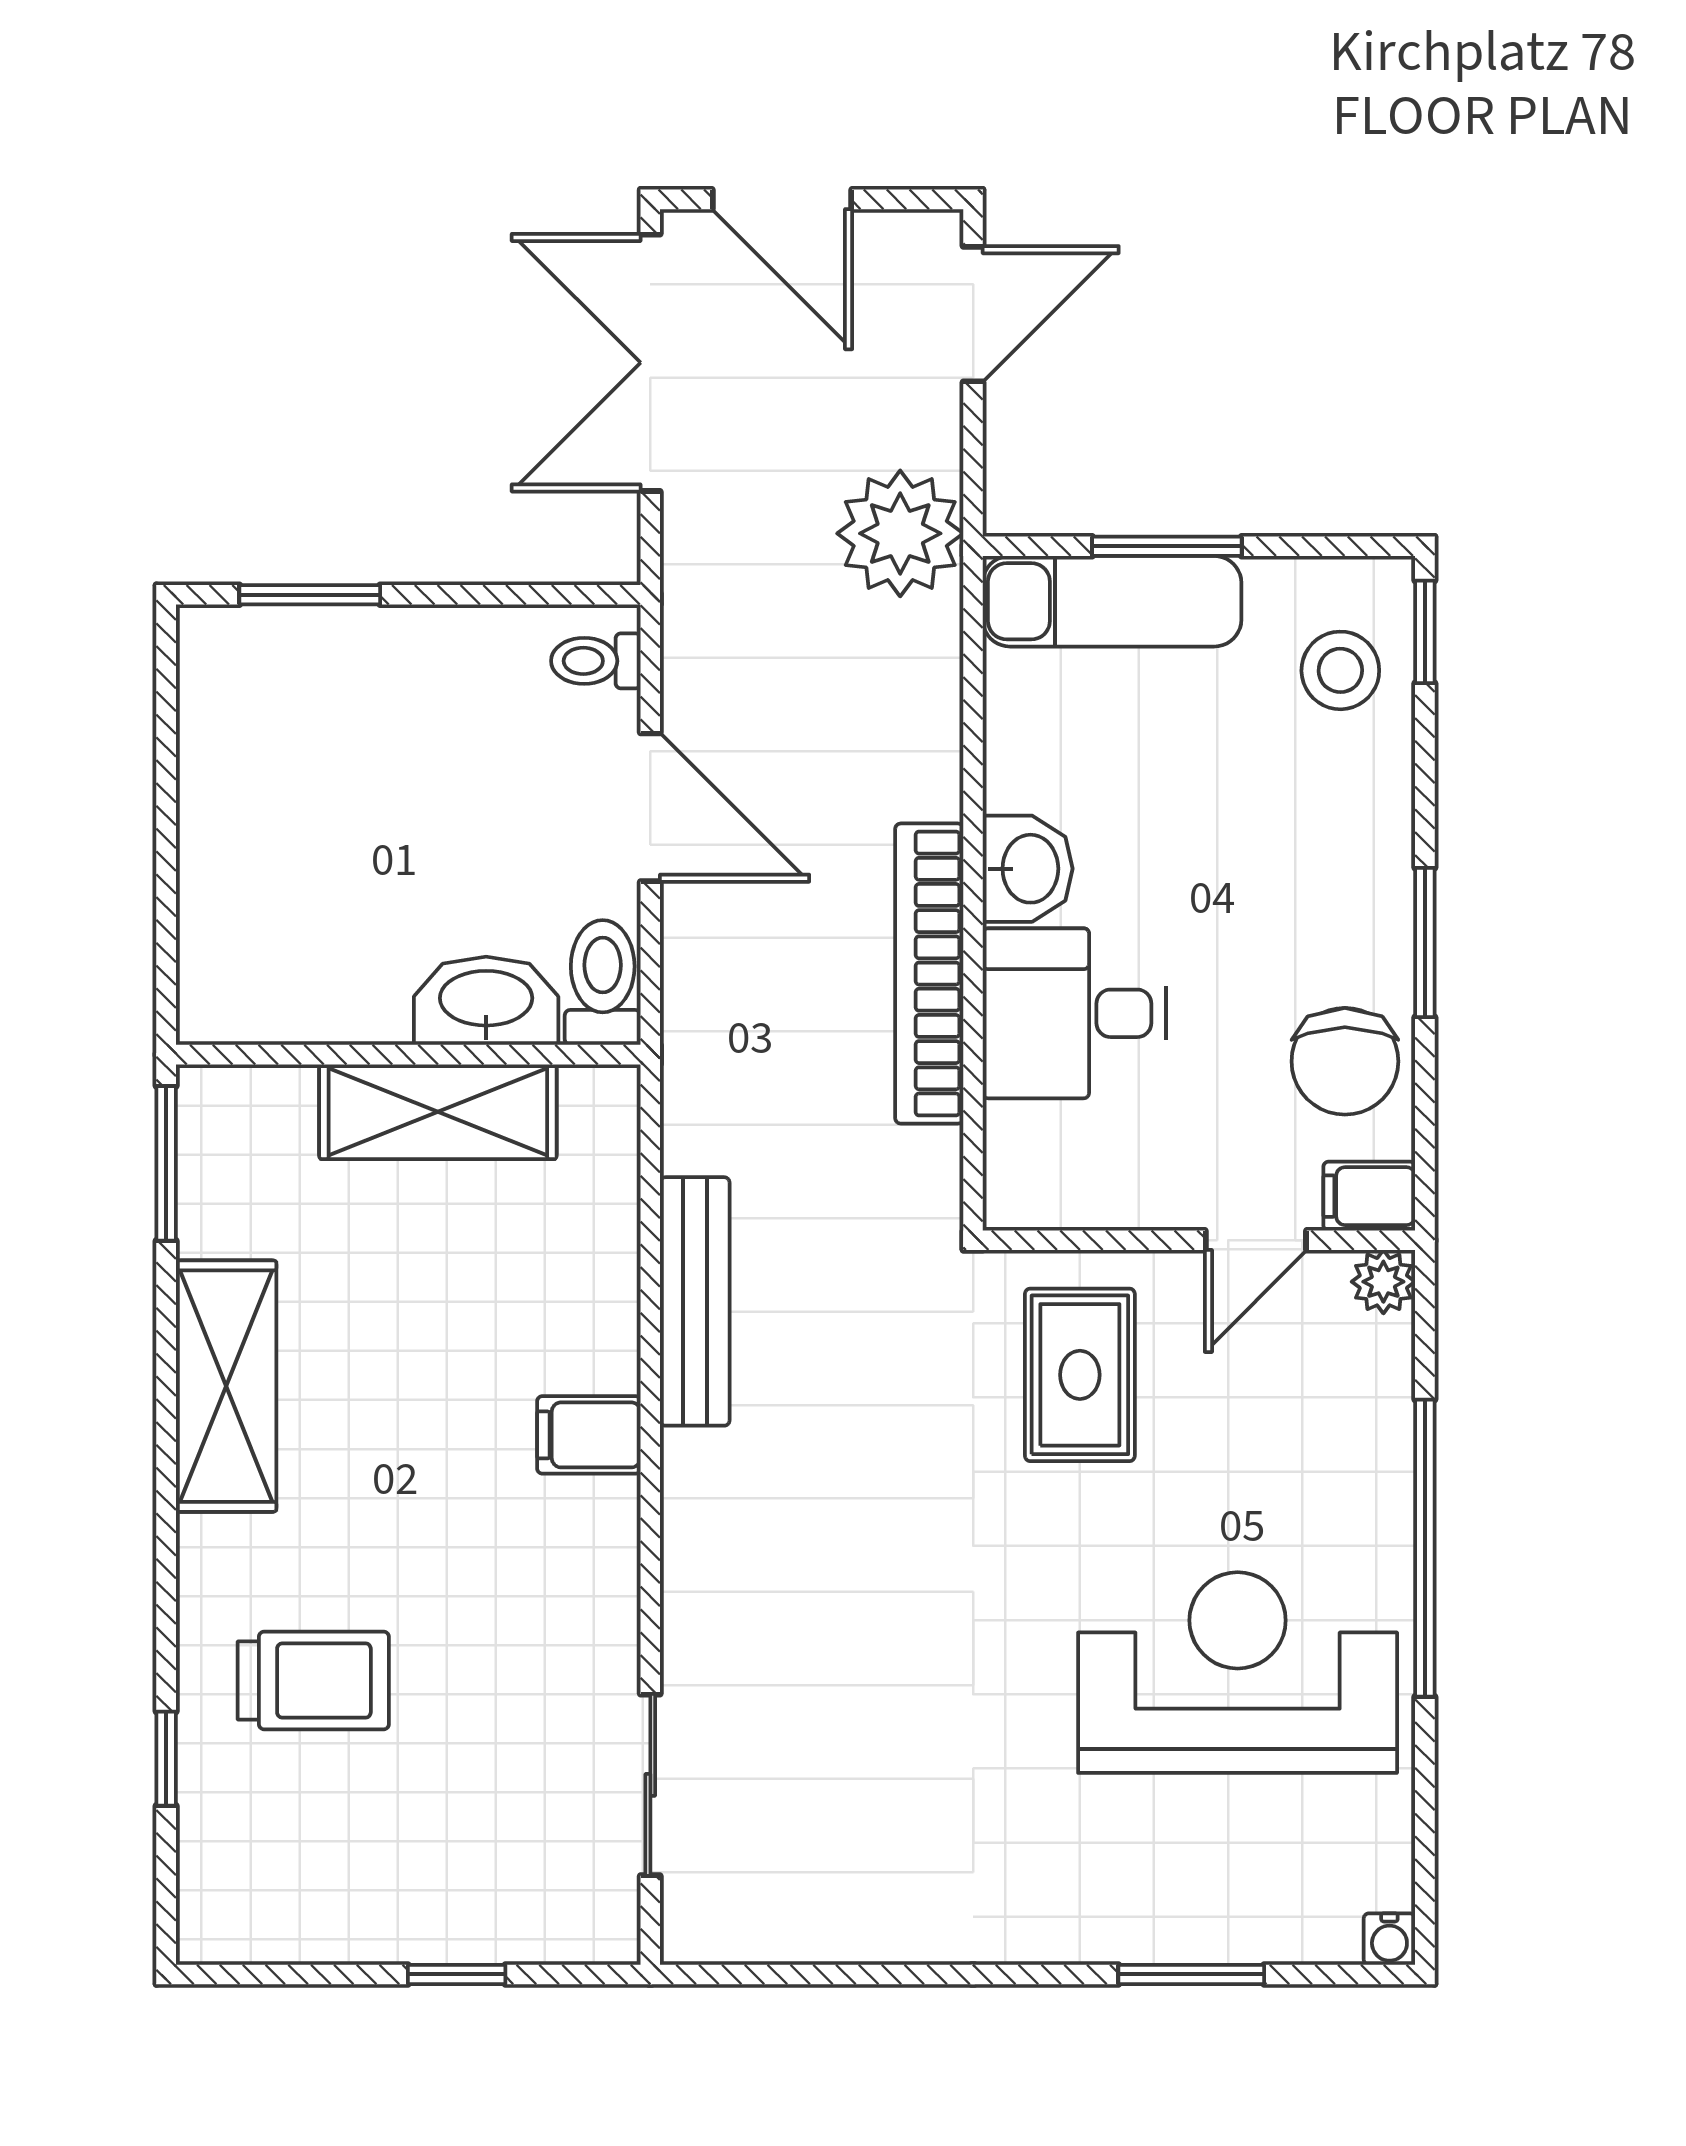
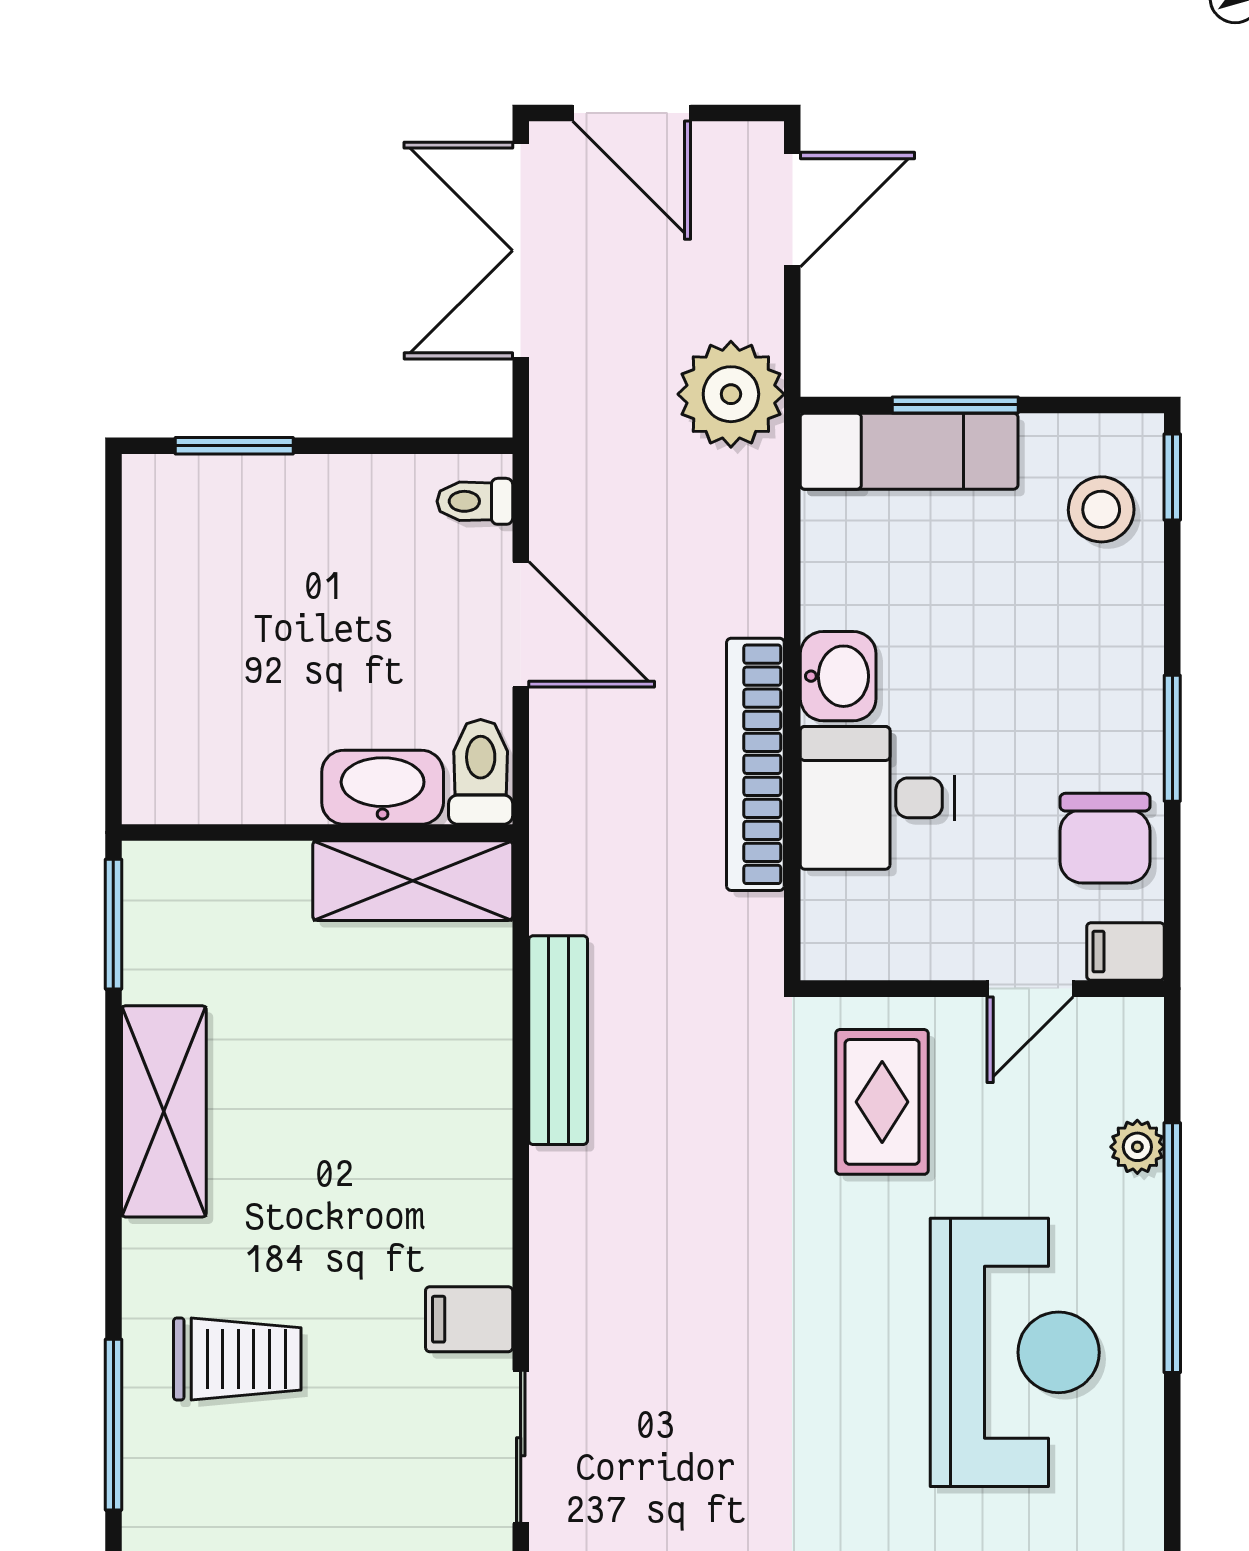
shelving: (438, 1112) -> (413, 881), moved
plant: (1383, 1282) -> (1137, 1147), moved
filing cabinet: (589, 1435) -> (469, 1319), moved
reception desk: (1238, 1673) -> (1015, 1352), turned 90
window: (166, 1759) -> (113, 1425), width x2.17

